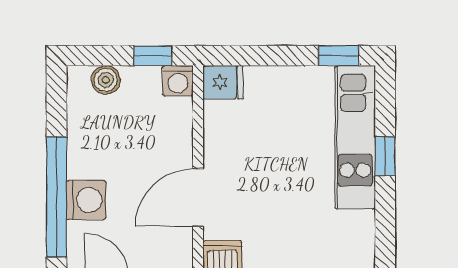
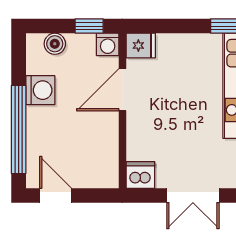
door: (198, 197) -> (122, 90), moved
washing machine: (86, 200) -> (40, 90), moved

